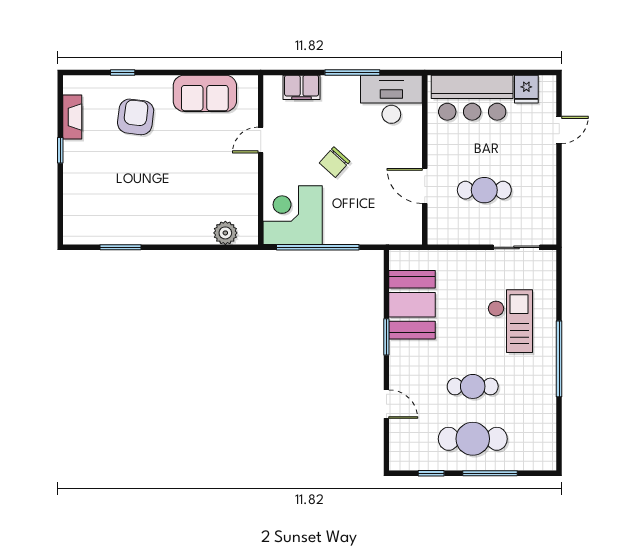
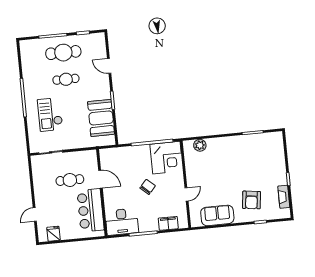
bar counter: (472, 98) -> (91, 210), moved, turned -90

